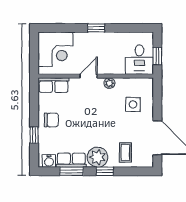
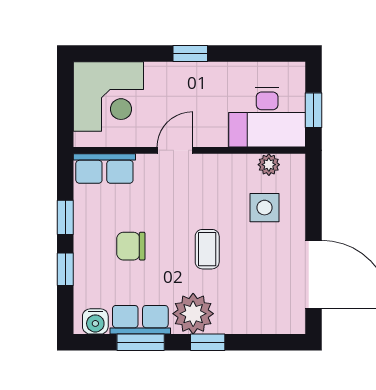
desk: (139, 60) -> (267, 117), width x1.37
plant: (109, 83) -> (269, 165), moved
window: (34, 109) -> (65, 217), added
chair: (51, 120) -> (131, 246), moved, turned 180
coffee table: (125, 152) -> (207, 249), moved

